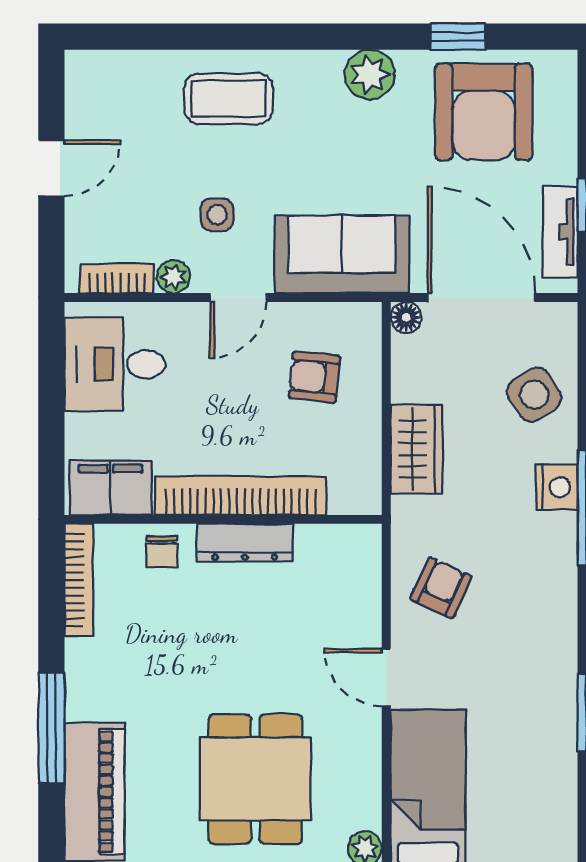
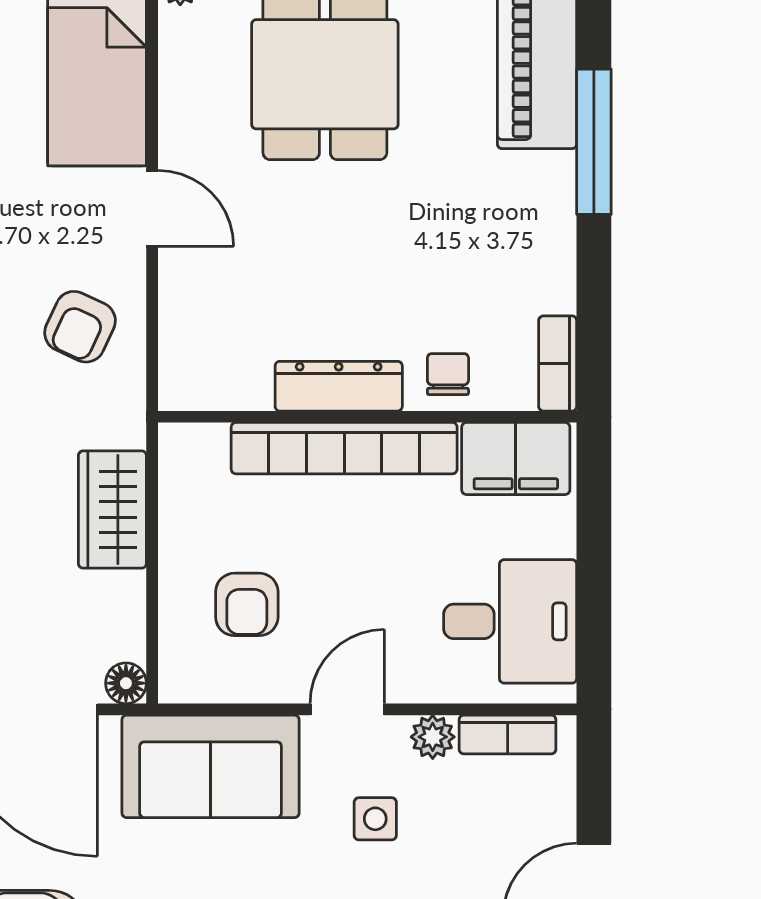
armchair: (314, 377) -> (247, 604), turned 84
bookcase: (79, 580) -> (558, 363), width x0.64

